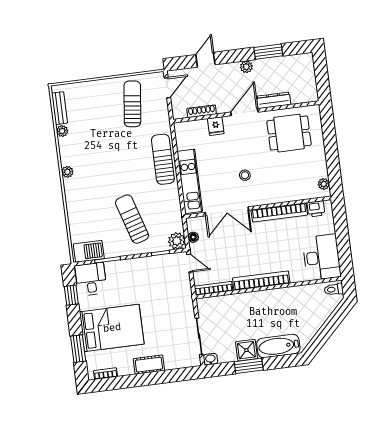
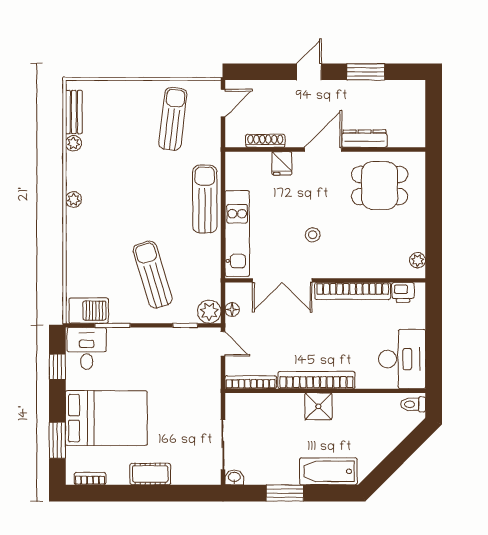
door: (205, 60) -> (309, 72), moved
plant: (246, 67) -> (333, 88), removed
shower: (246, 350) -> (318, 406), moved

